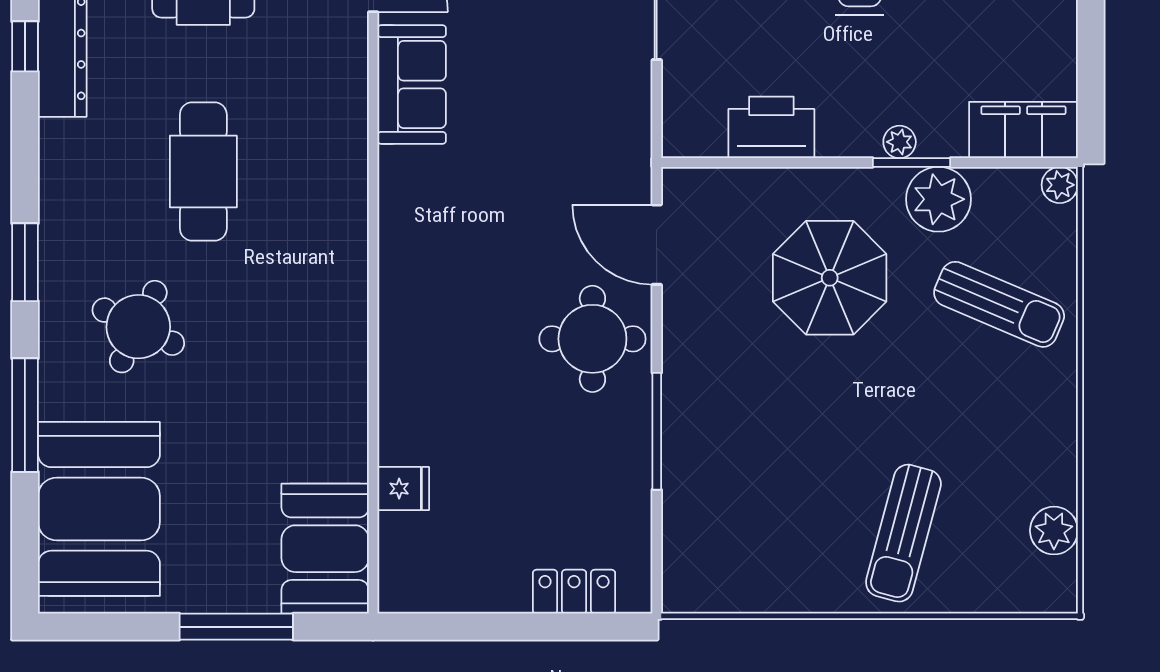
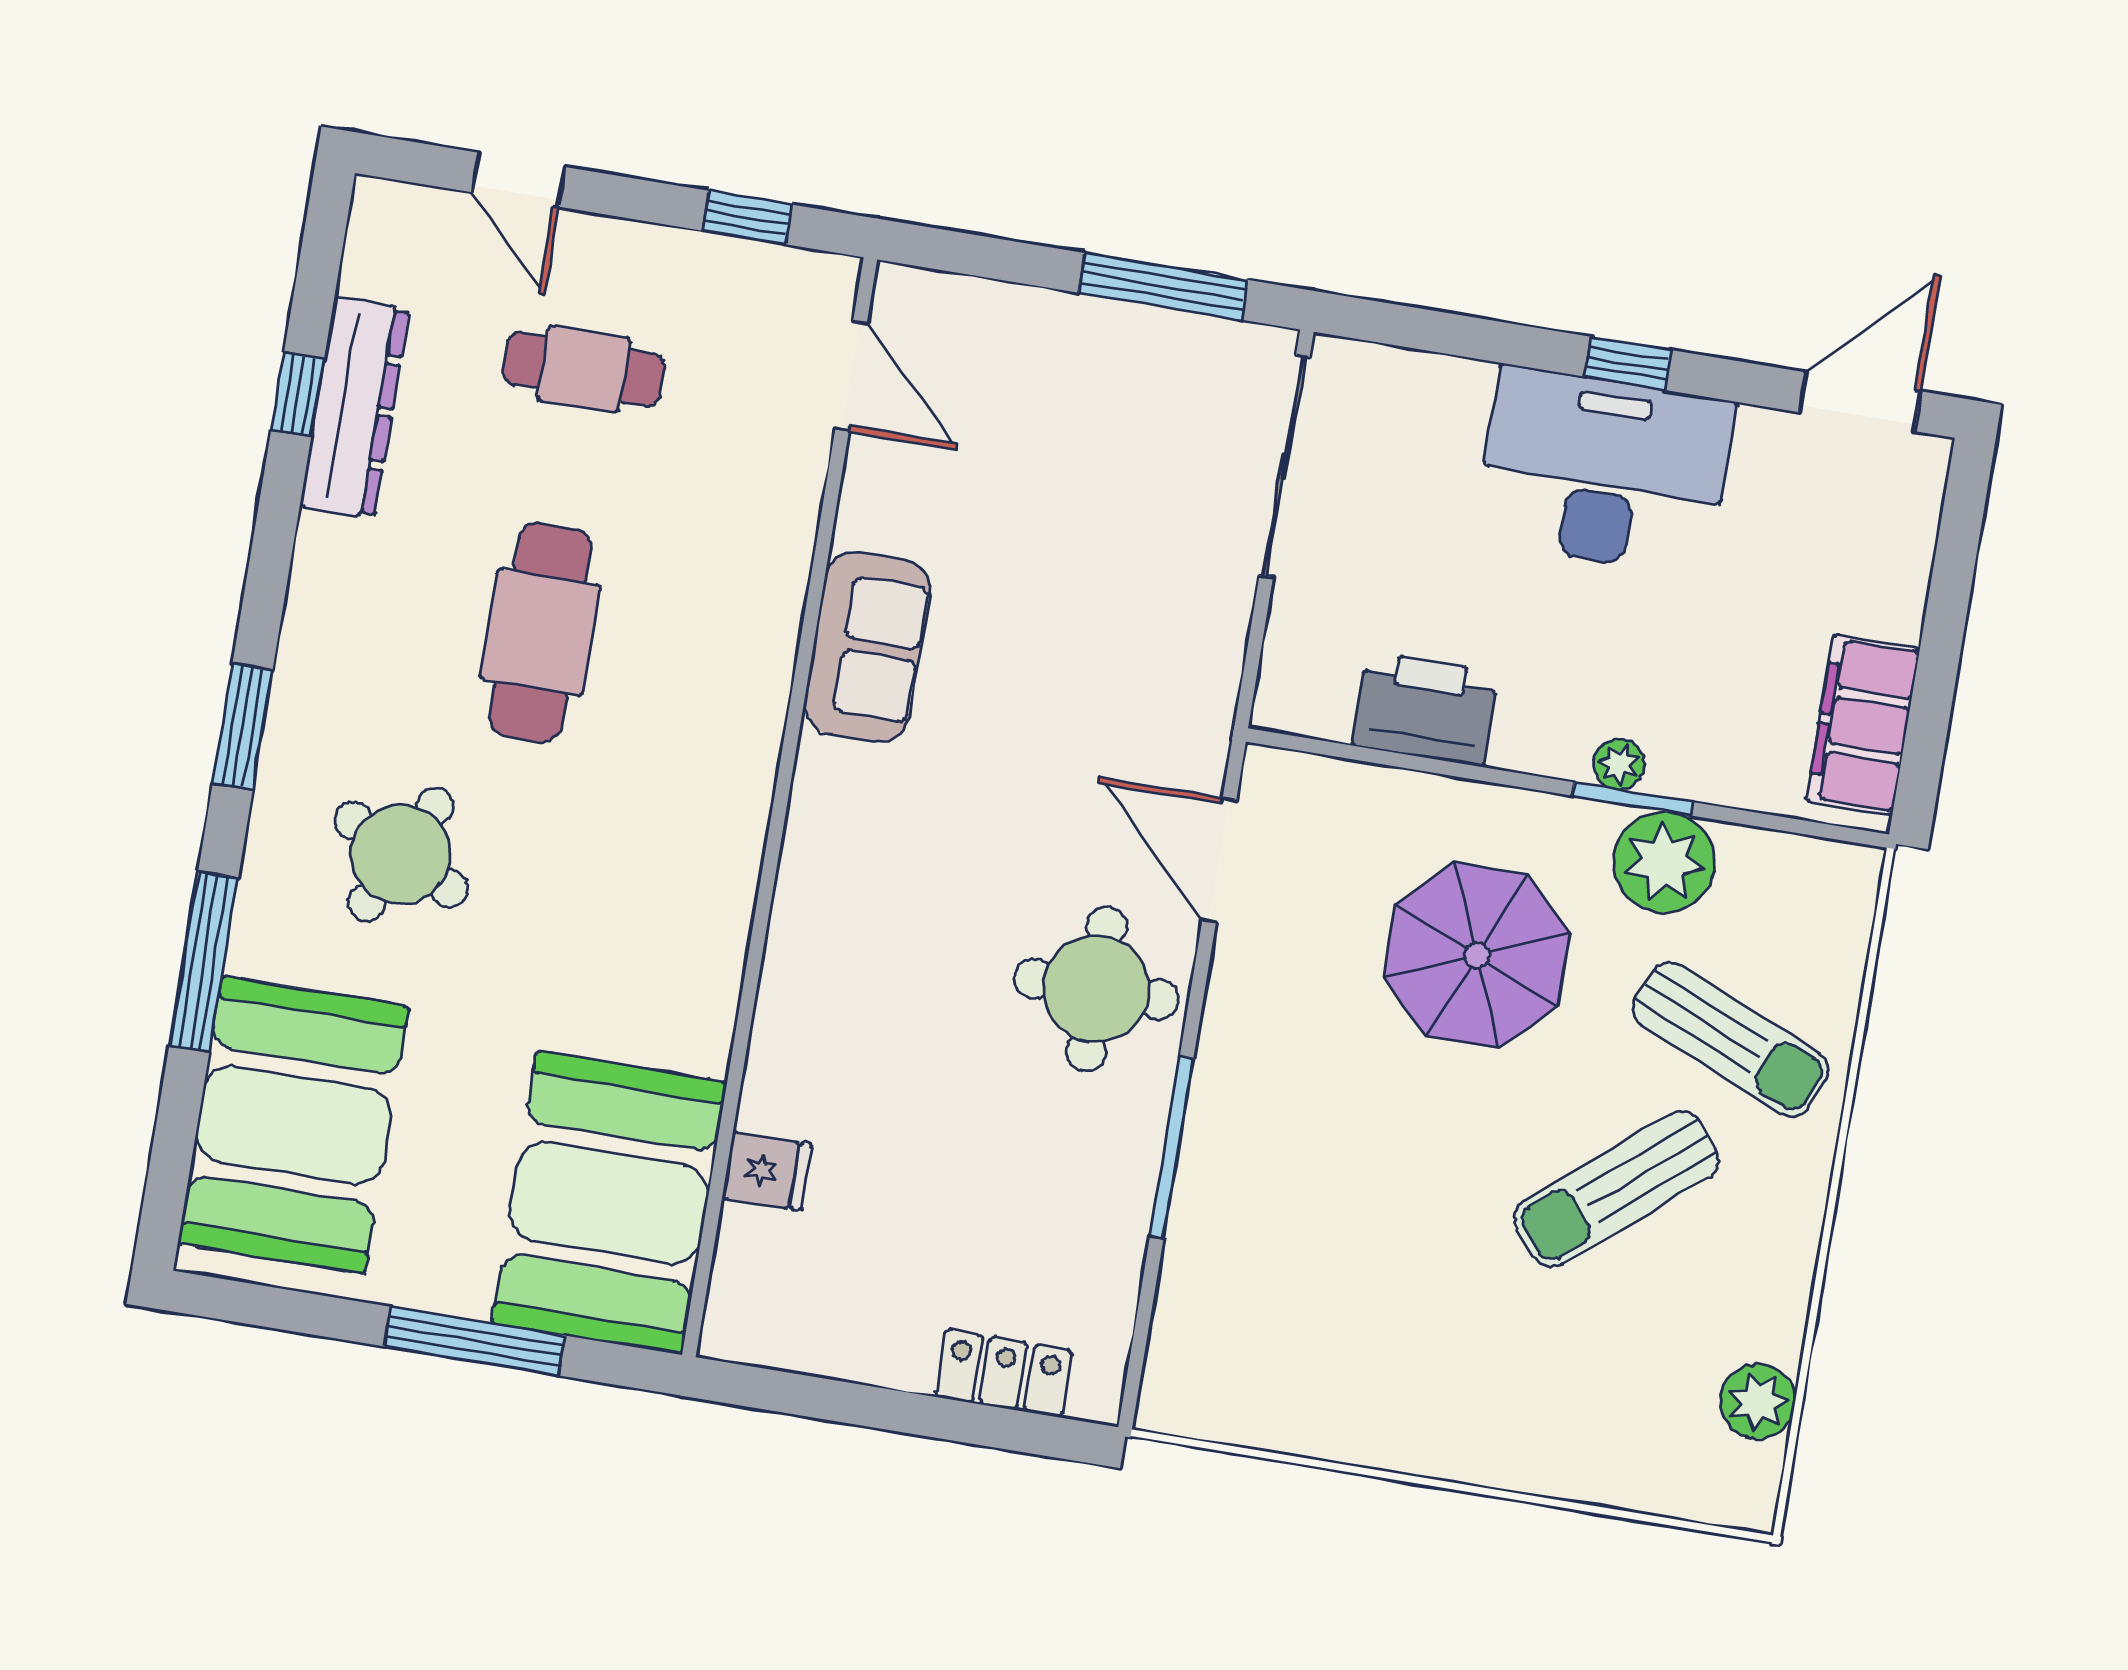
sofa: (412, 84) -> (867, 647), moved
filing cabinet: (1023, 130) -> (1863, 725), moved, turned -90
plant: (1060, 185) -> (1855, 871), removed
sun lounger: (903, 533) -> (1617, 1189), moved, turned 35
booth: (325, 549) -> (609, 1203), width x1.36, depth x1.42

